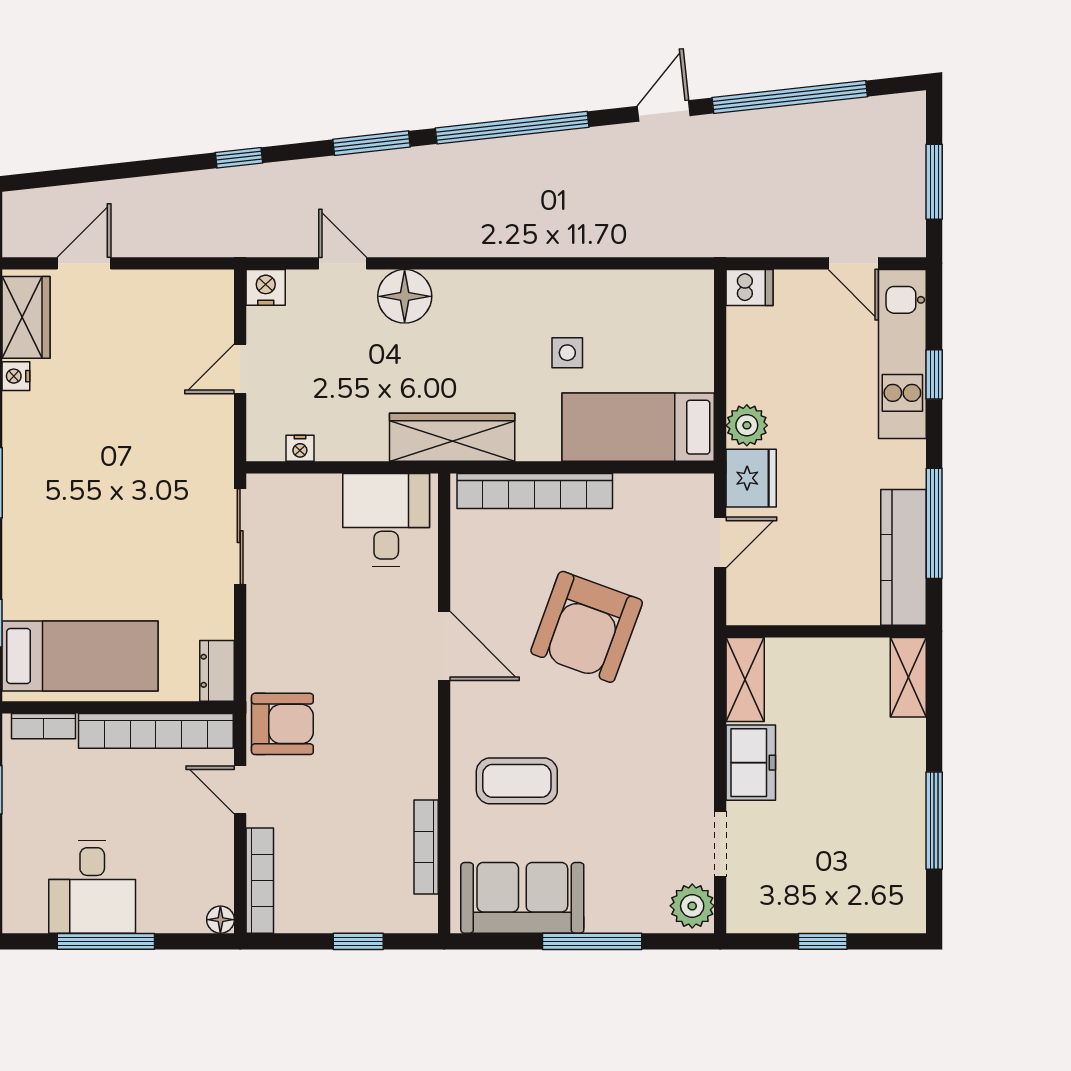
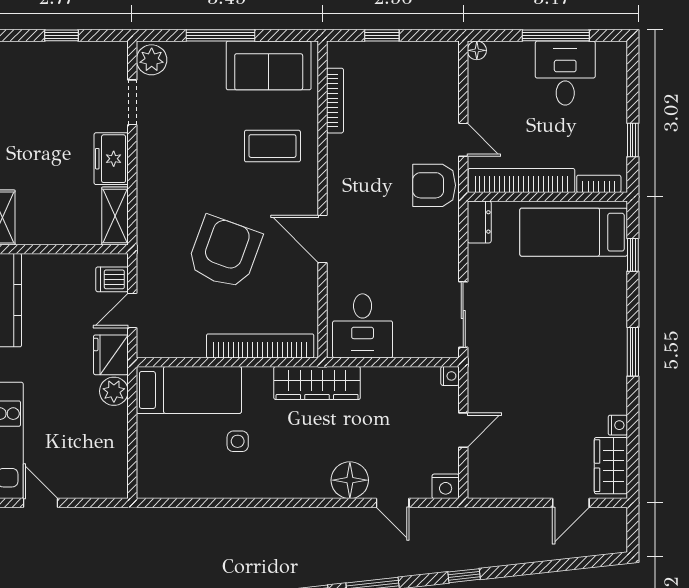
dishwasher: (750, 287) -> (112, 279), moved
nightstand: (300, 448) -> (450, 376), moved, turned 90
bookcase: (260, 881) -> (450, 77), removed

